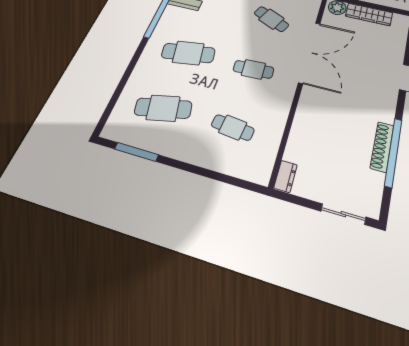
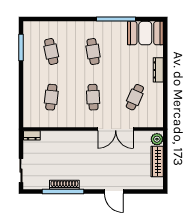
double door: (310, 52) -> (116, 129), width x0.73
cafe table: (188, 53) -> (93, 51), width x0.73, depth x0.74
cafe table: (163, 108) -> (51, 51), width x0.73, depth x0.74

